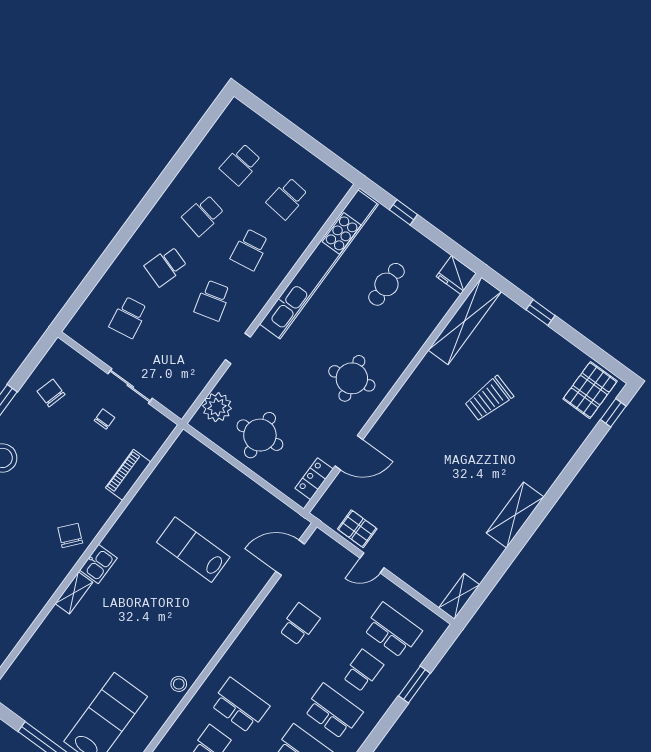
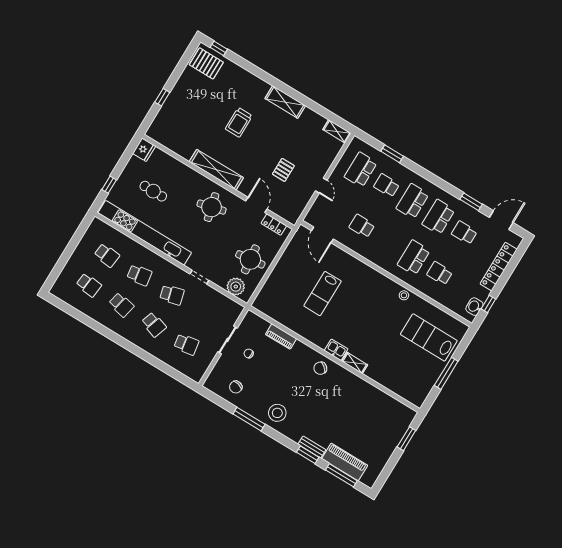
shelving: (465, 321) -> (216, 170), moved
trolley: (489, 399) -> (239, 122), moved, turned 74
pallet: (357, 529) -> (283, 170), moved

